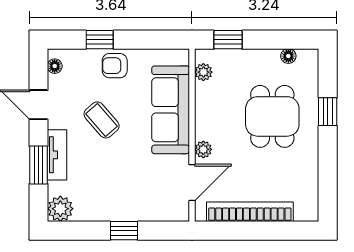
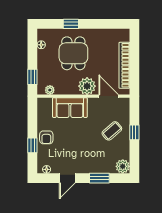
sofa: (171, 110) -> (70, 108), width x0.73
dining table: (272, 116) -> (73, 53), turned 90
coffee table: (102, 120) -> (112, 131), moved
plant: (203, 149) -> (87, 86), width x1.88, depth x1.88
tv unit: (57, 155) -> (94, 168), removed

